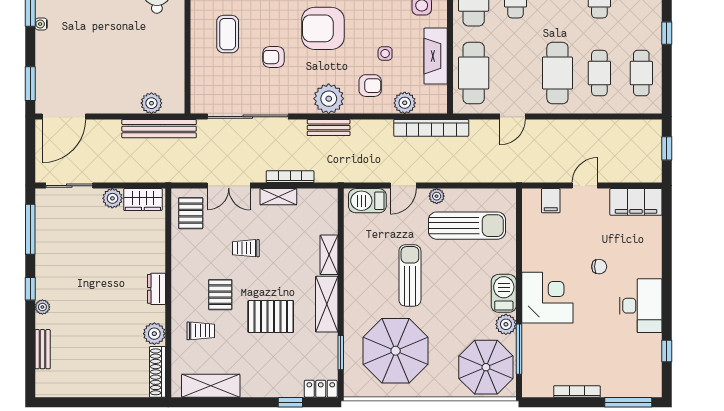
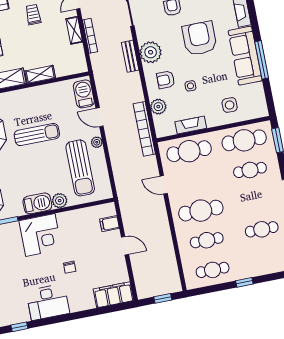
fireplace: (436, 56) -> (191, 125), width x0.73, depth x0.76
armchair: (370, 86) -> (166, 80), turned 90
filing cabinet: (636, 202) -> (113, 295), moved, turned 90
plant: (506, 324) -> (60, 201), moved

